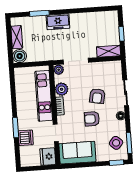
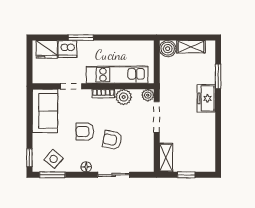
armchair: (92, 119) -> (85, 132), turned -90
fridge: (48, 157) -> (47, 49), moved, turned 180

